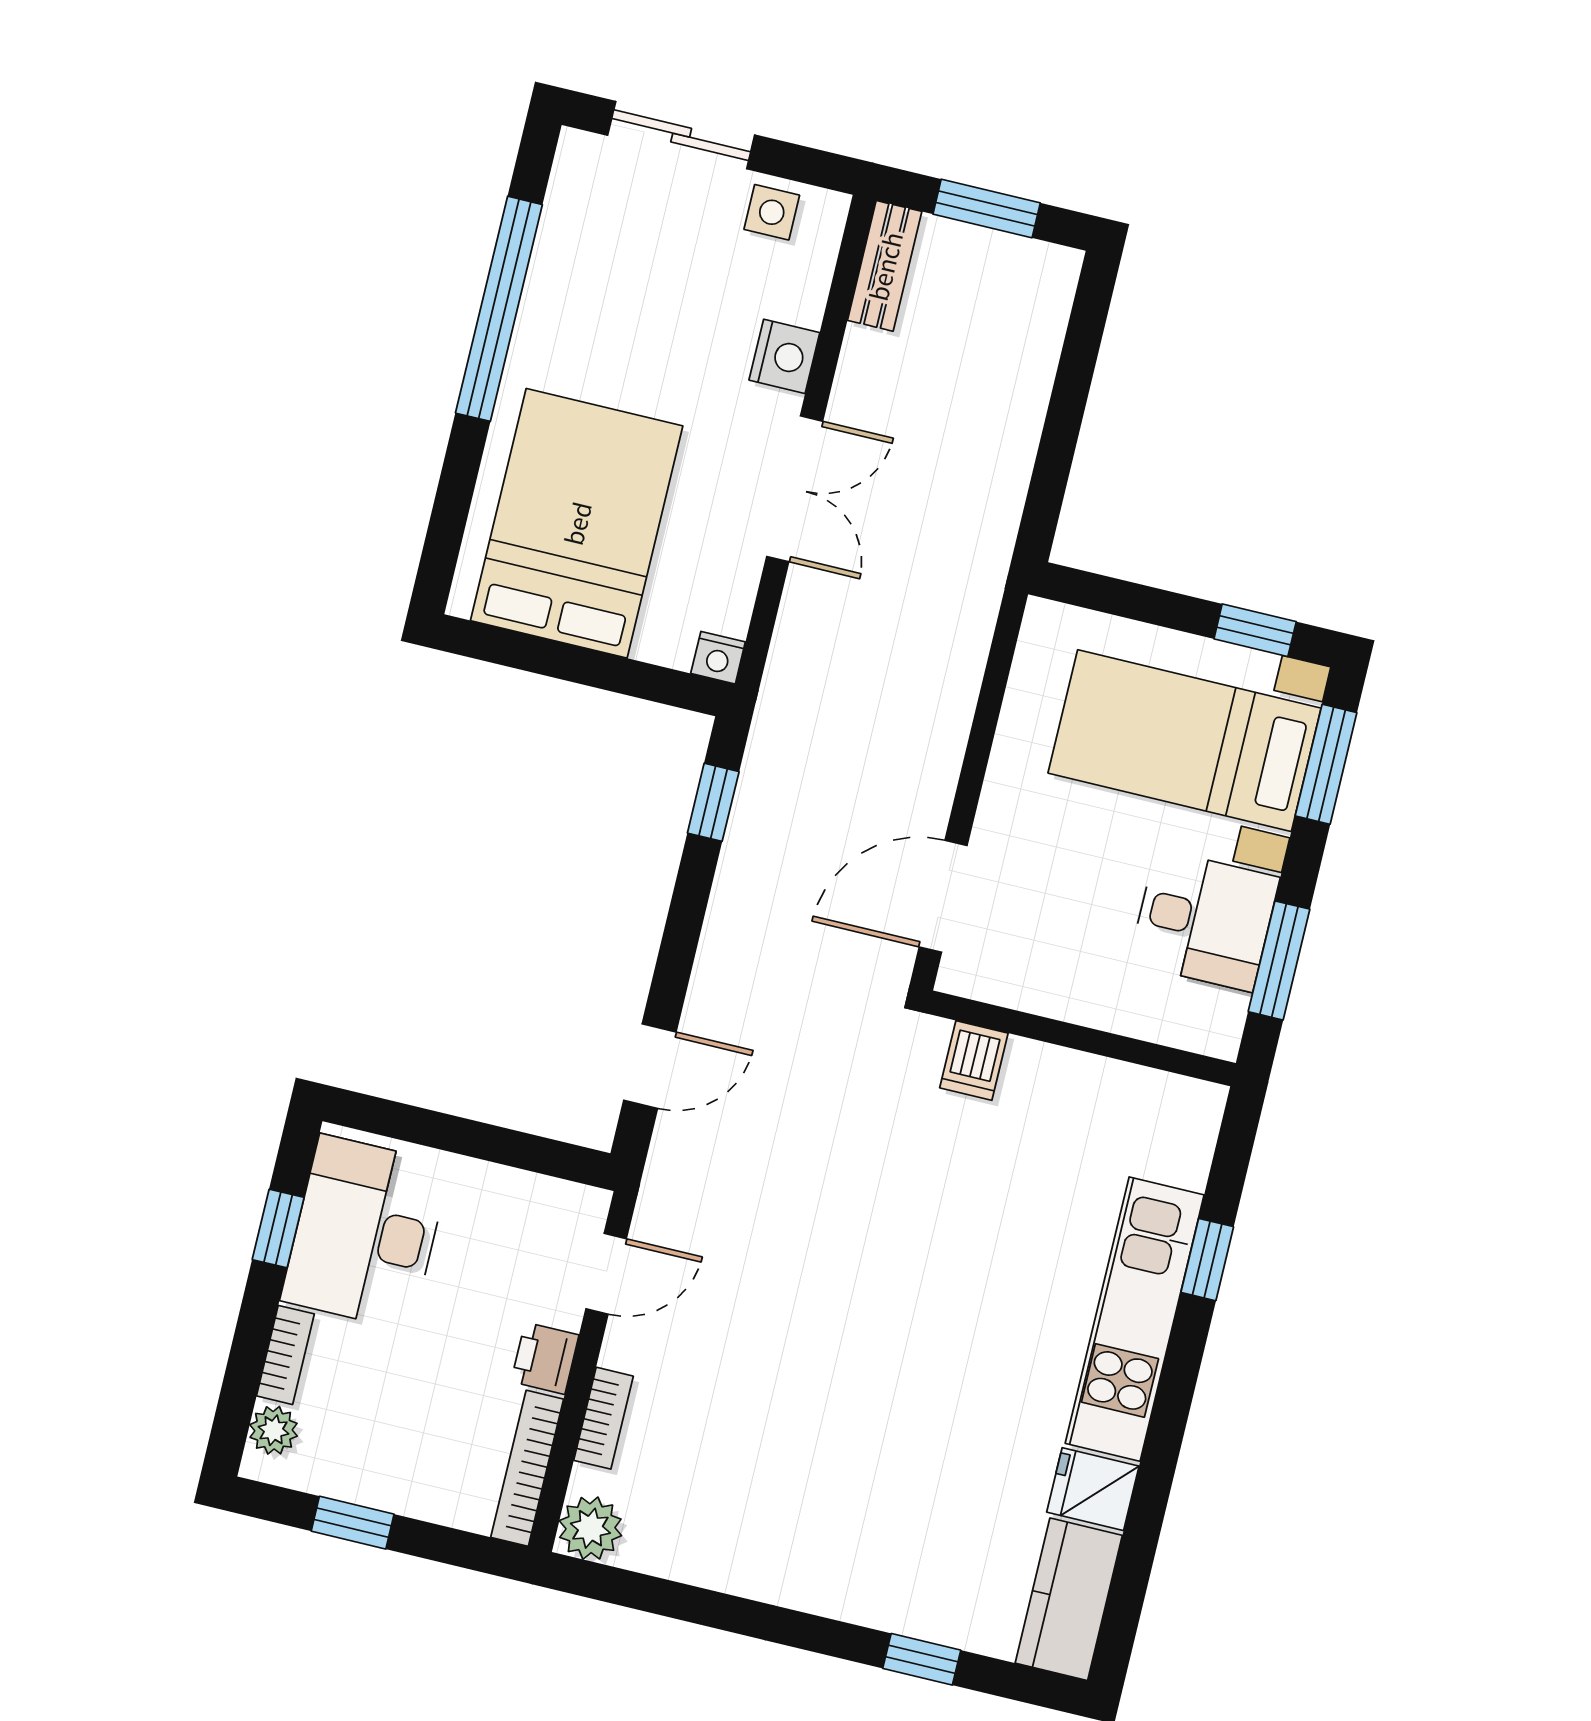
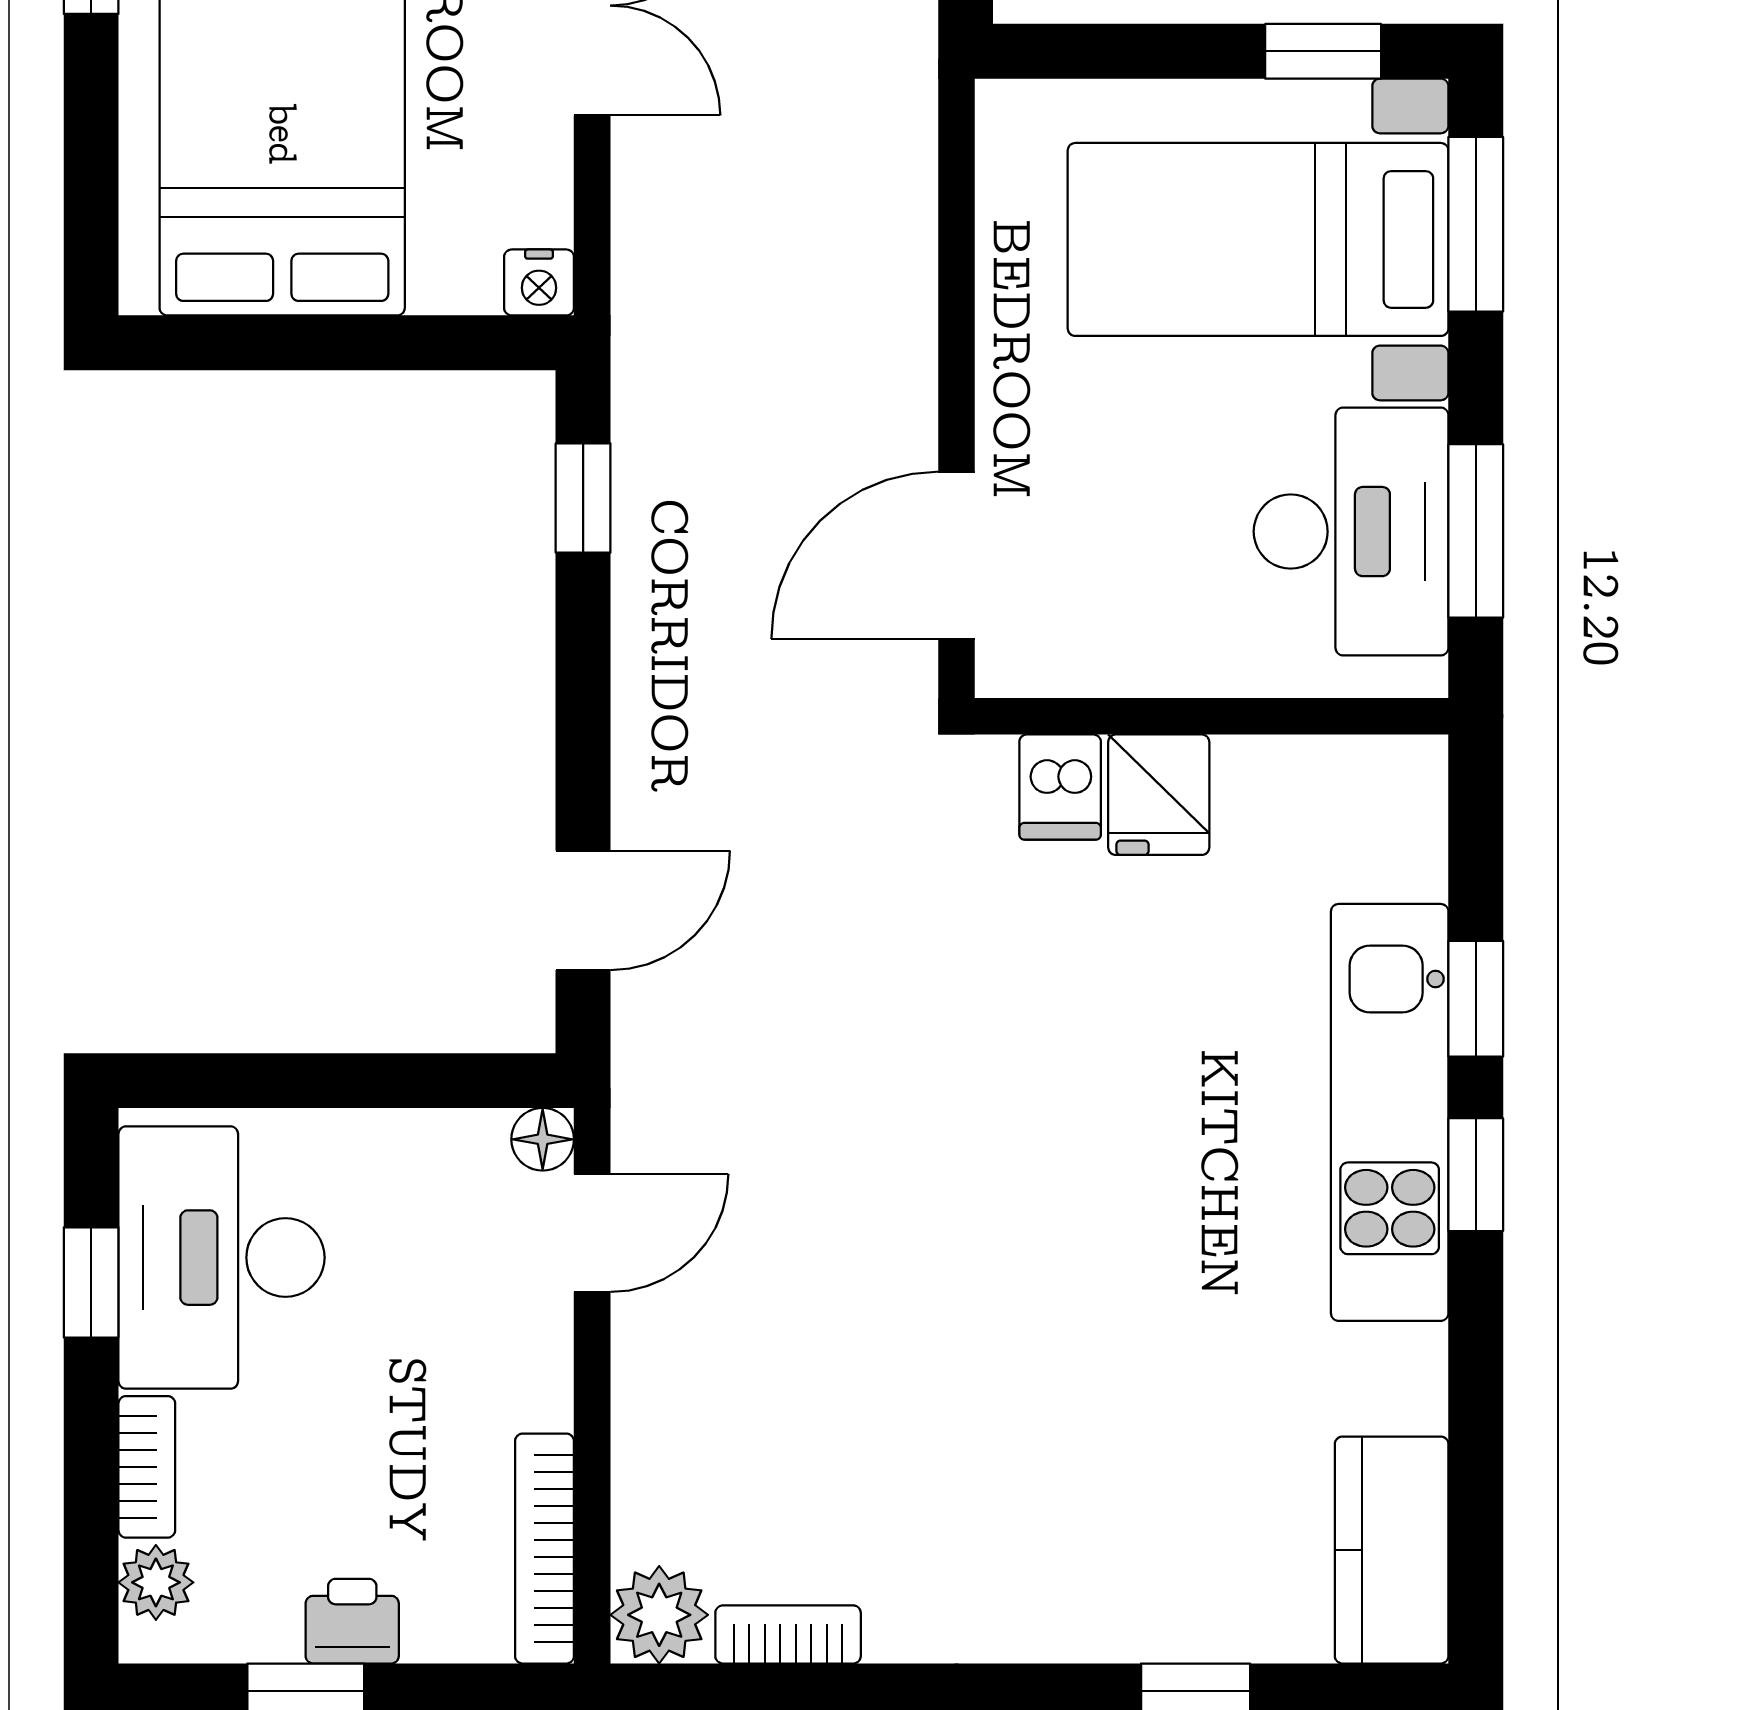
desk: (1204, 920) -> (1351, 532), width x1.37
floor lamp: (589, 1206) -> (543, 1139), added
printer: (545, 1358) -> (352, 1621), moved, turned 90
window: (1180, 1372) -> (1476, 1175), added
bookcase: (603, 1418) -> (788, 1634), moved, turned -90
fridge: (1093, 1489) -> (1159, 795), moved, turned -90

